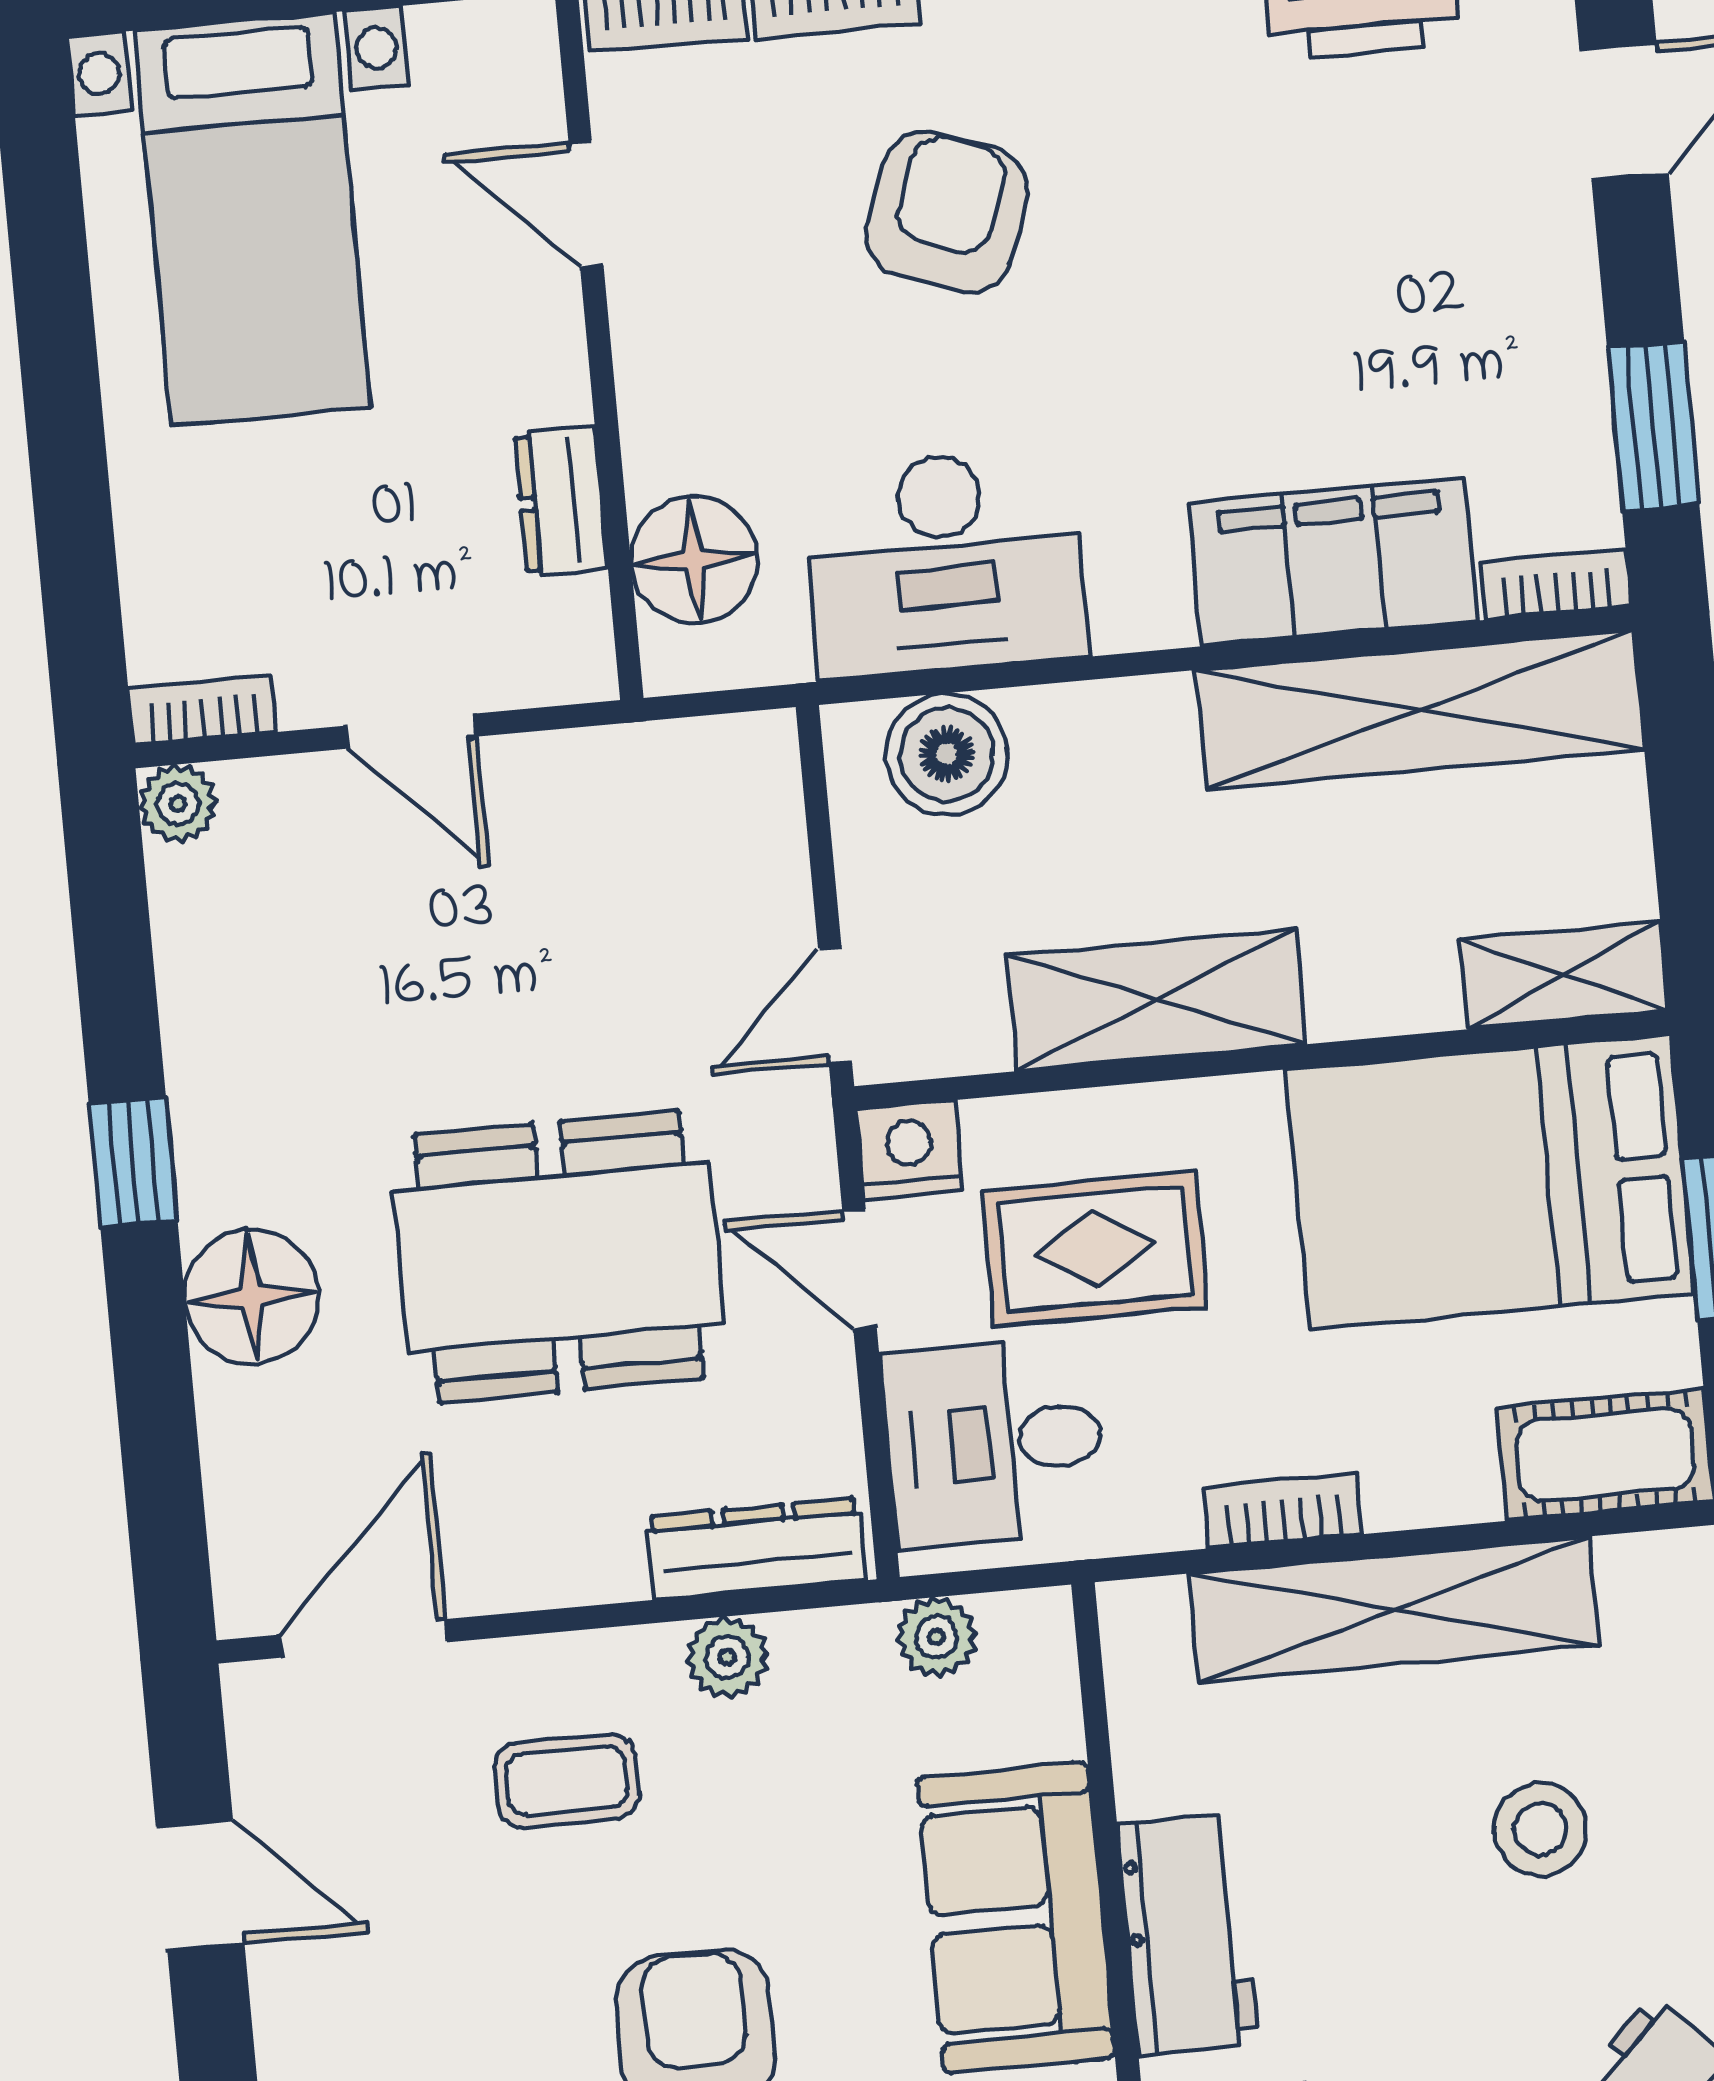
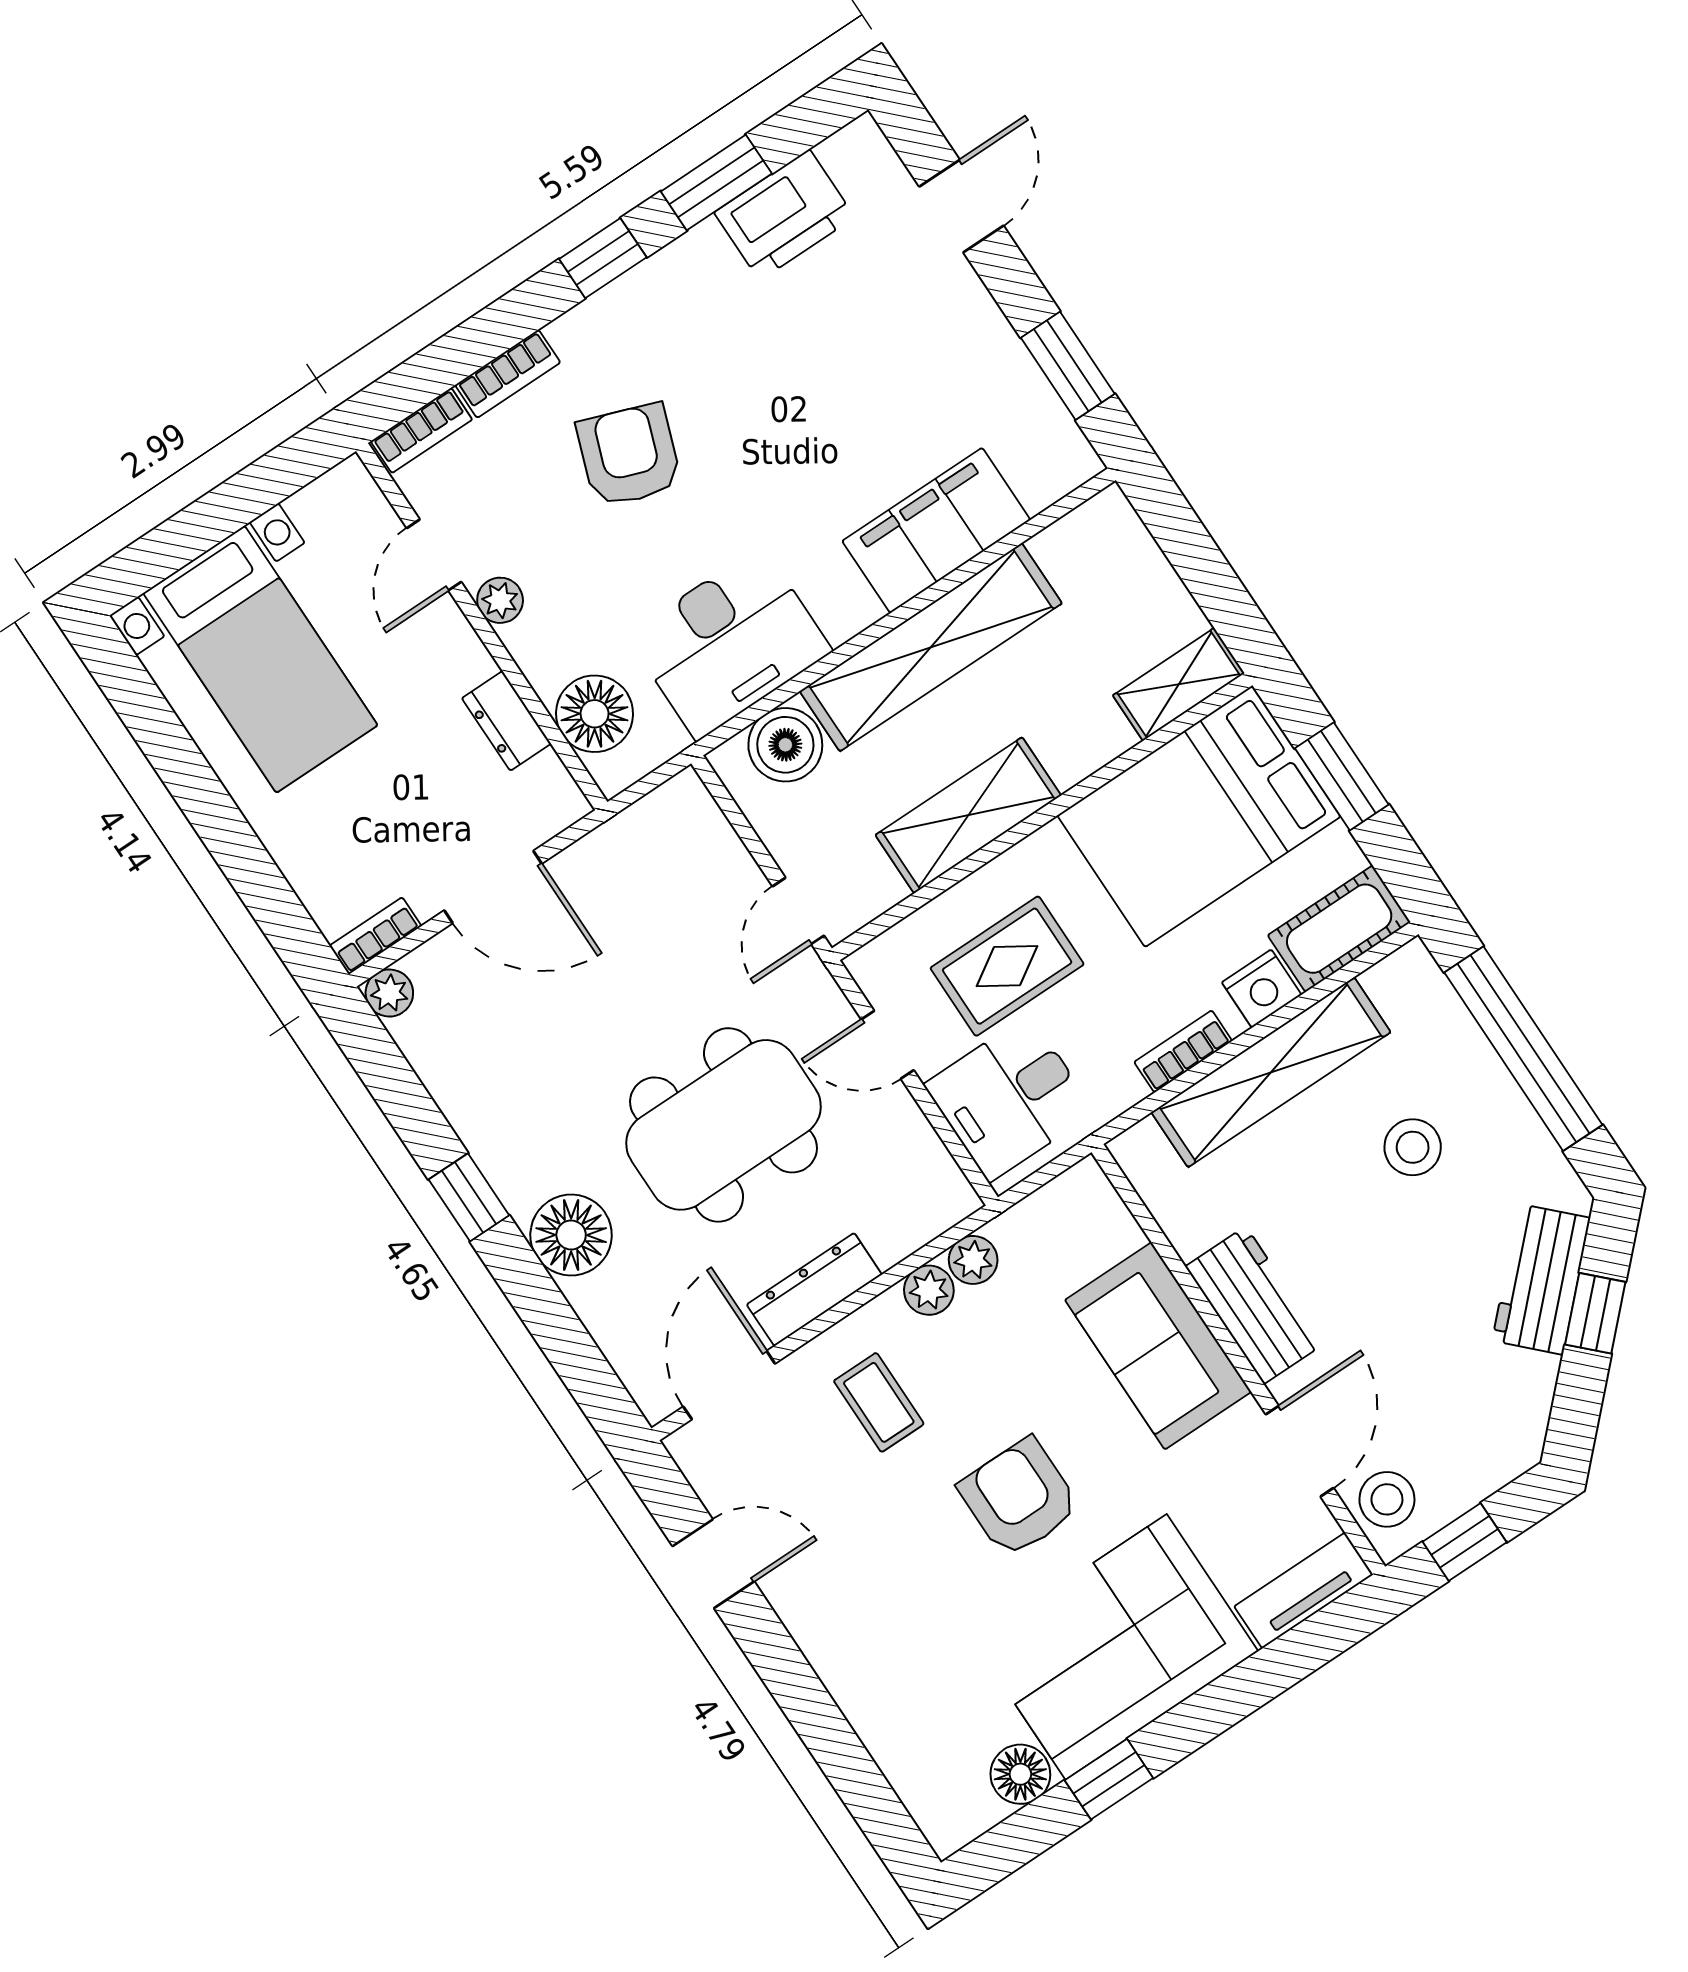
door: (586, 204) -> (434, 555), hinge flipped
plant: (646, 321) -> (500, 600), added
bookcase: (1556, 584) -> (1061, 478), removed
shelving: (1420, 710) -> (931, 647), moved
door: (411, 731) -> (493, 887), width x1.38
nightstand: (910, 1150) -> (1262, 989), moved, turned 180
dresser: (756, 1548) -> (814, 1289), moved
plant: (936, 1637) -> (973, 1260), moved
coffee table: (567, 1781) -> (879, 1402), turned 90

